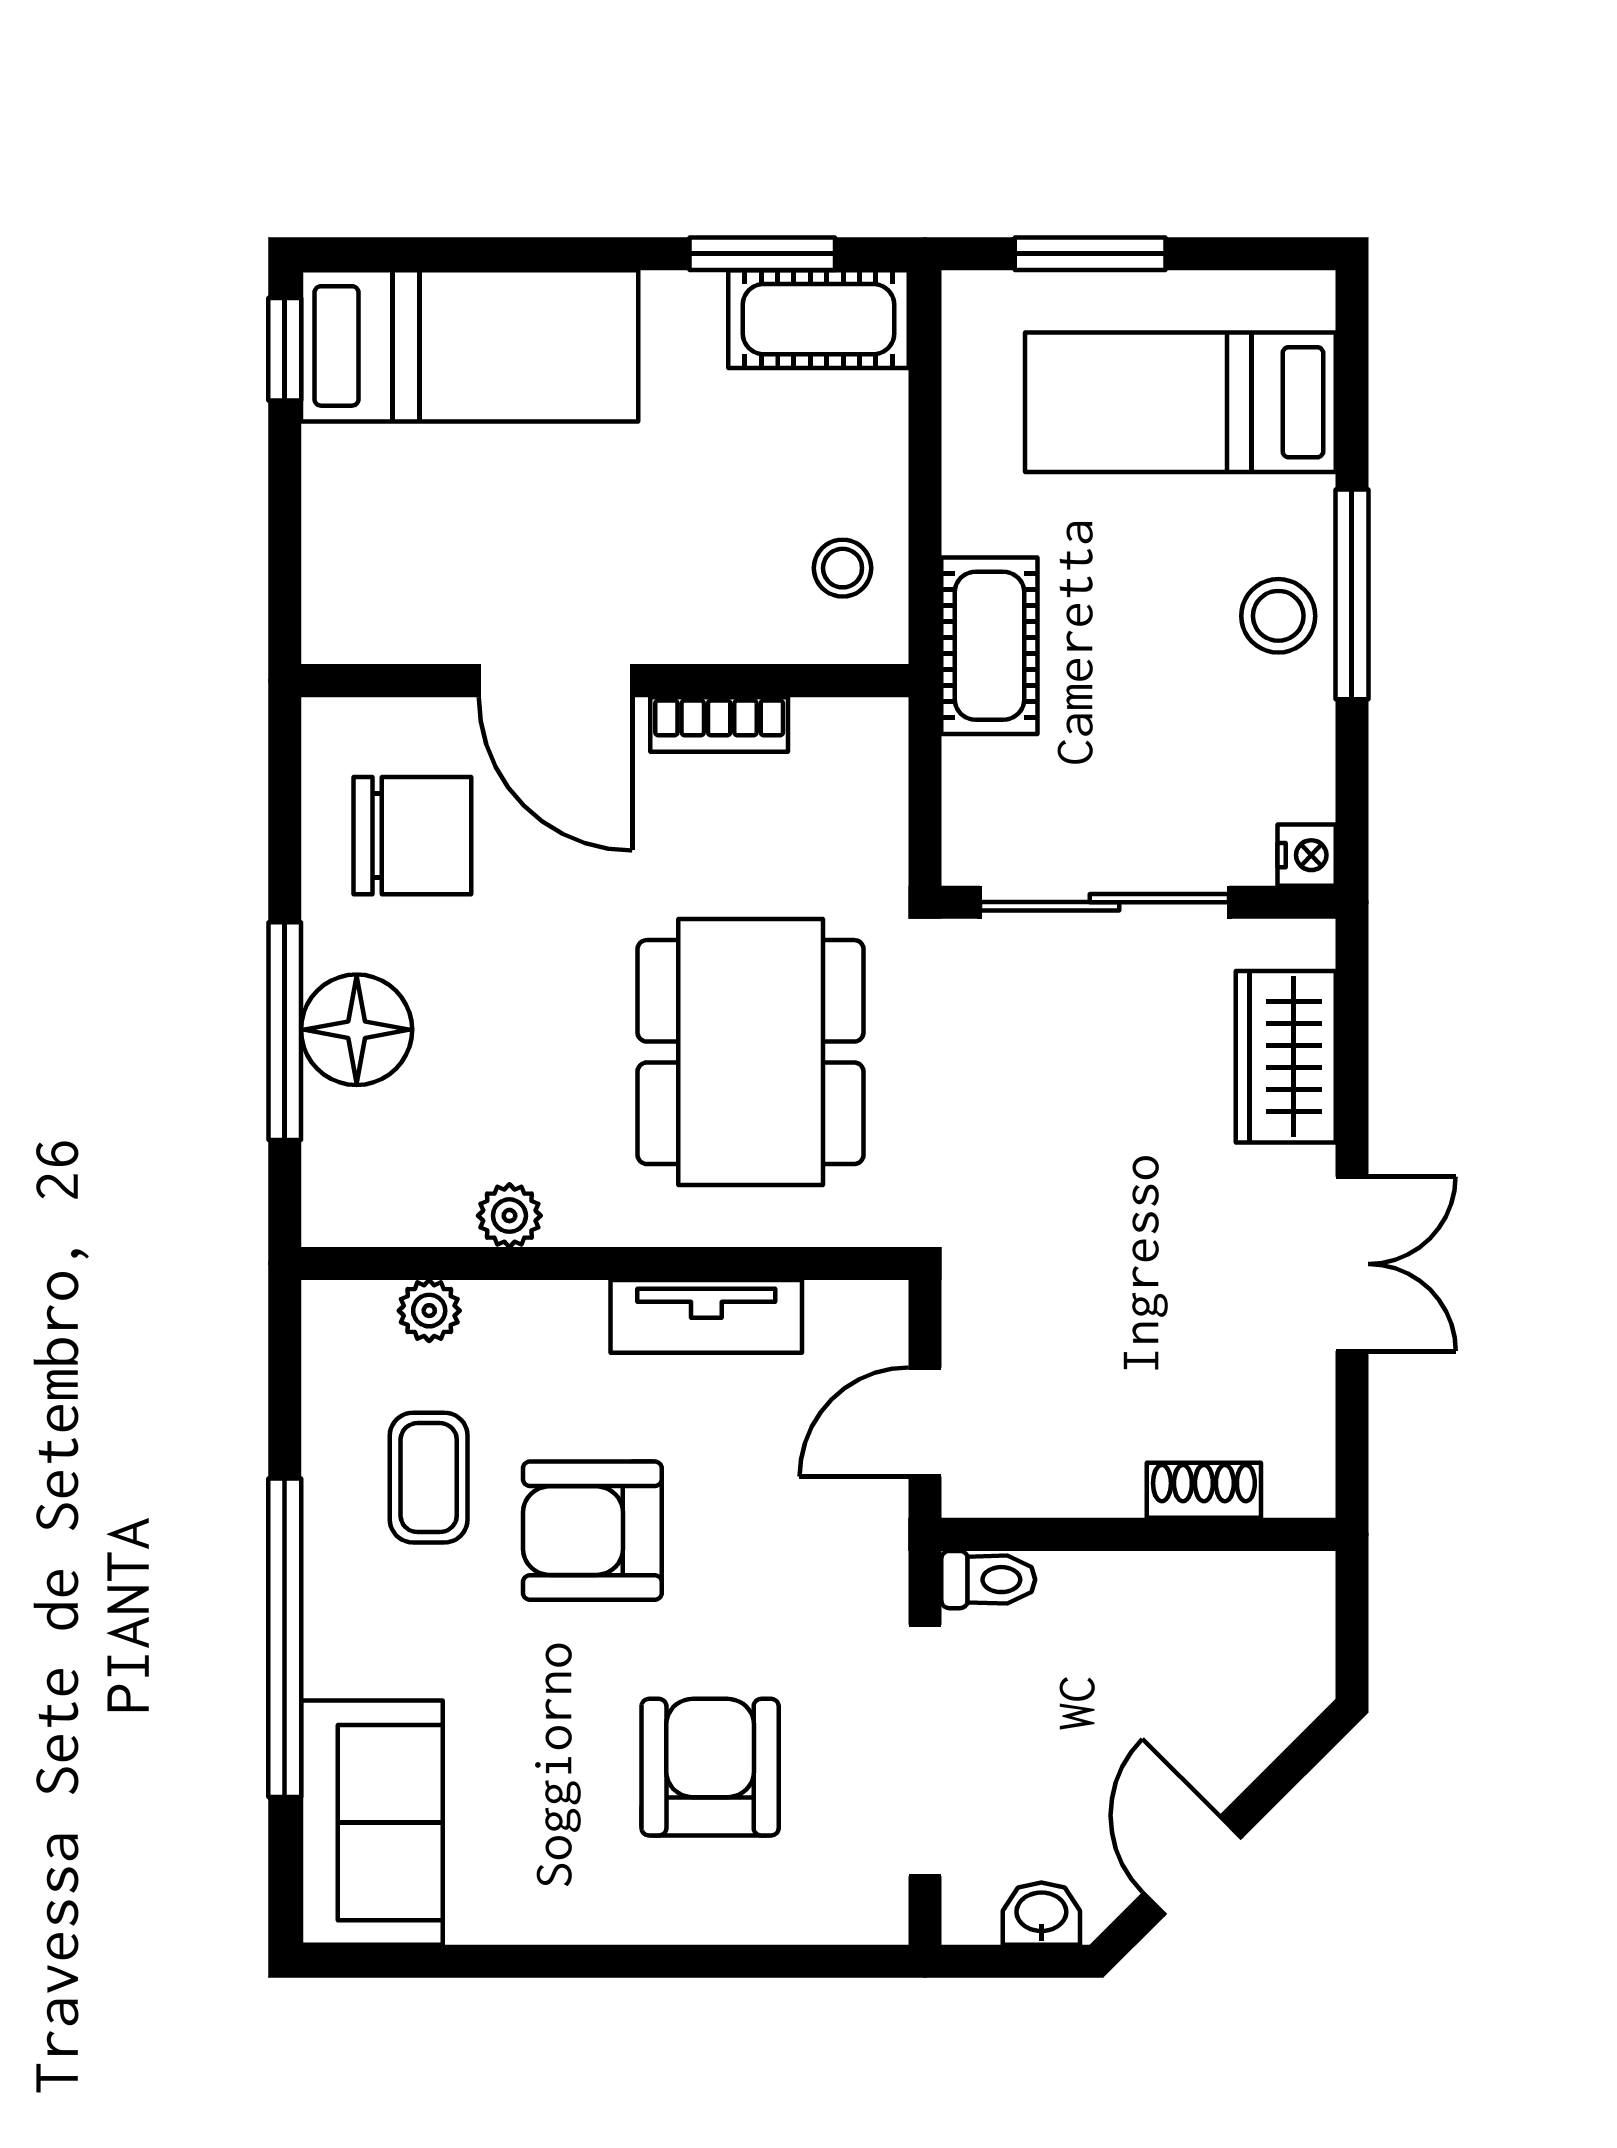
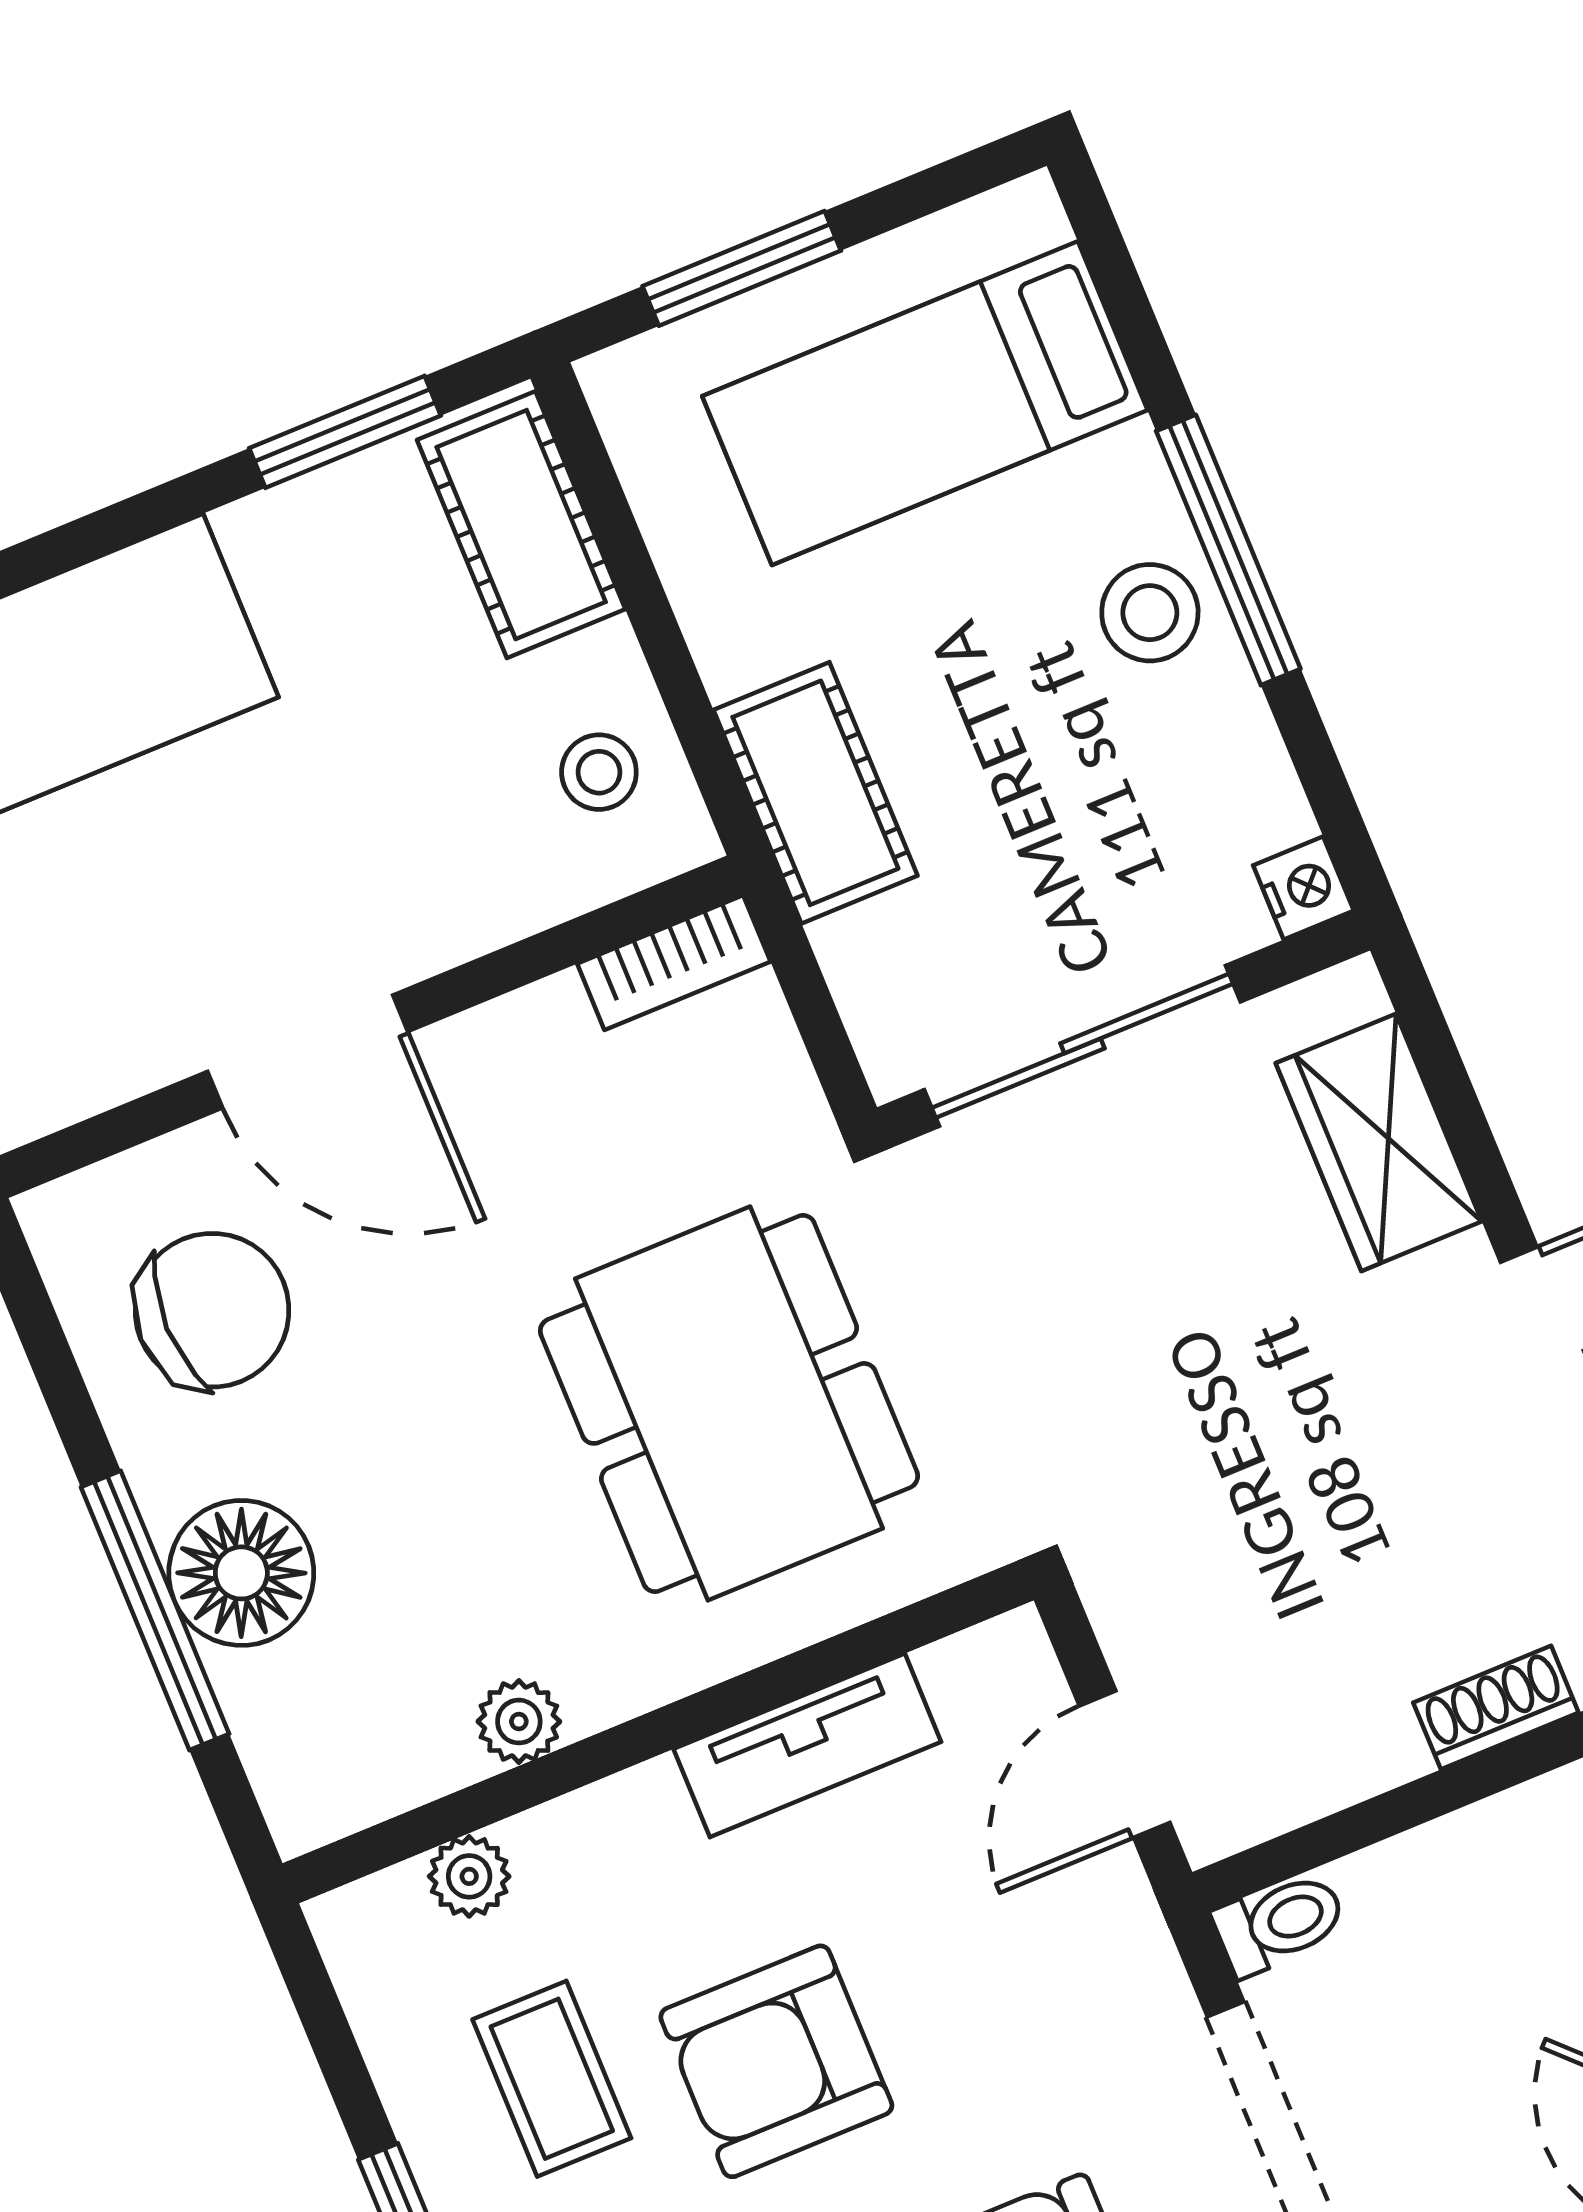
cot: (819, 319) -> (521, 525), moved, turned 90
bookcase: (719, 724) -> (674, 963), moved

